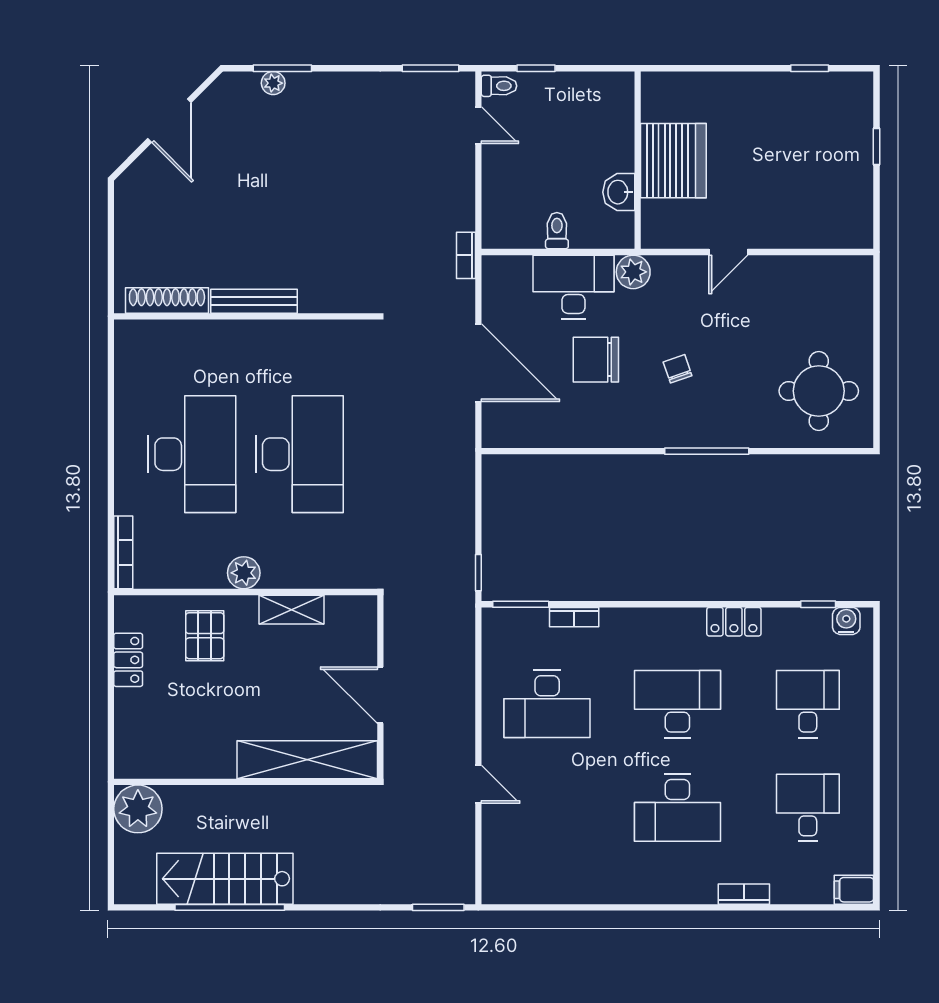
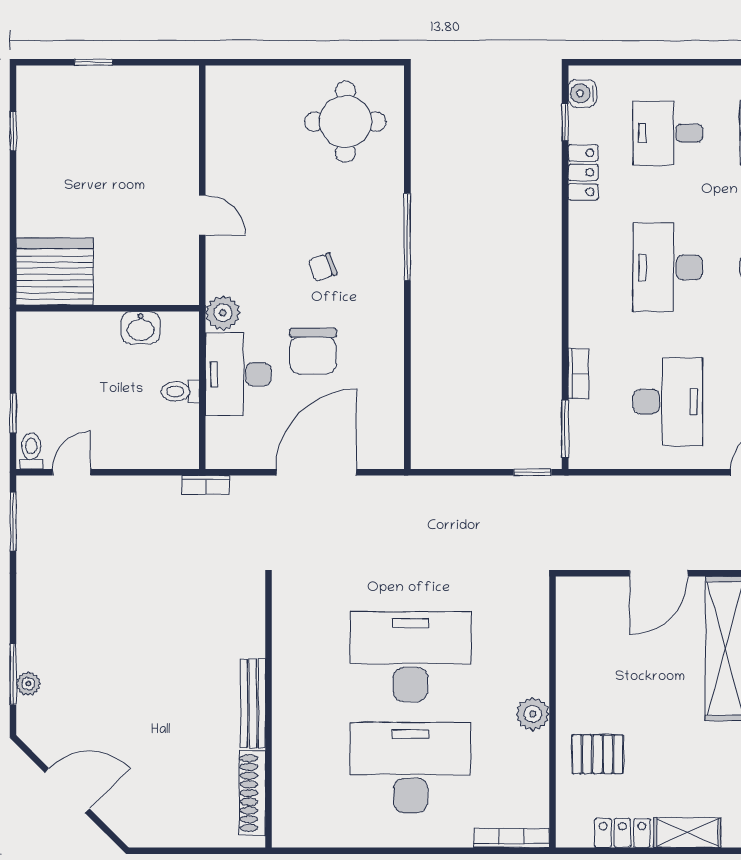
server rack: (673, 161) -> (55, 271), moved
shelving: (292, 610) -> (687, 833), moved, turned 90
locker: (734, 622) -> (583, 172), moved

